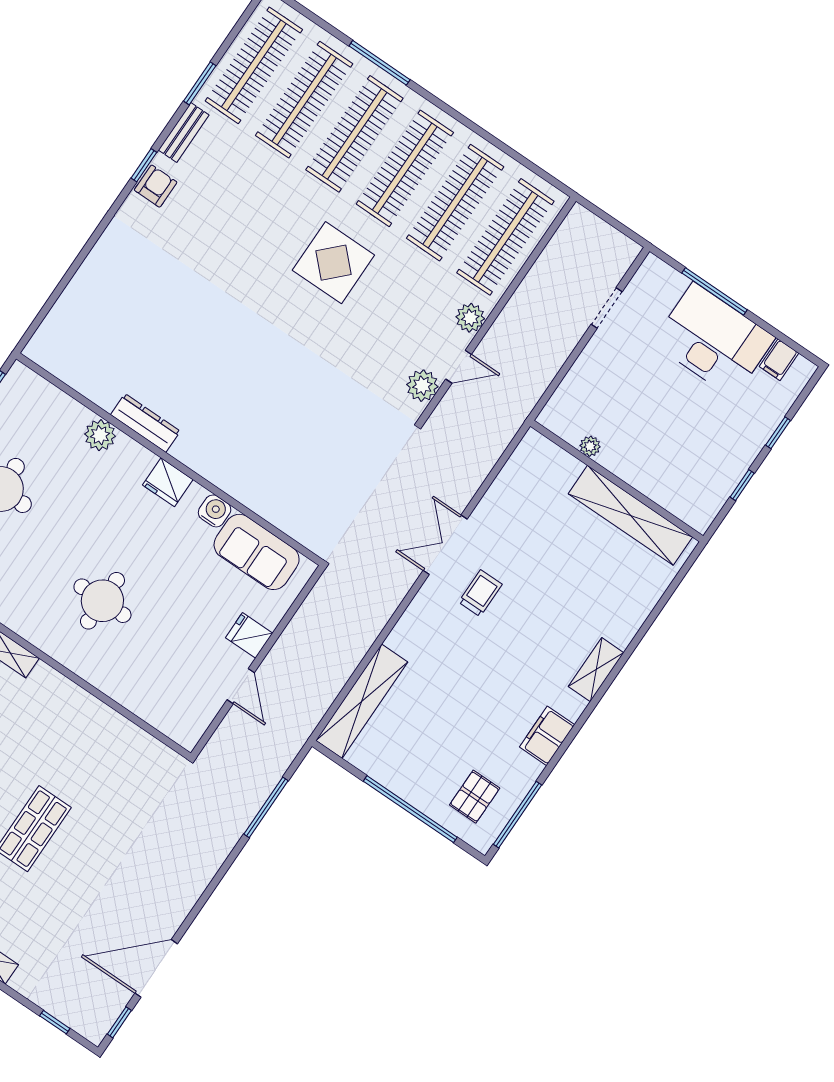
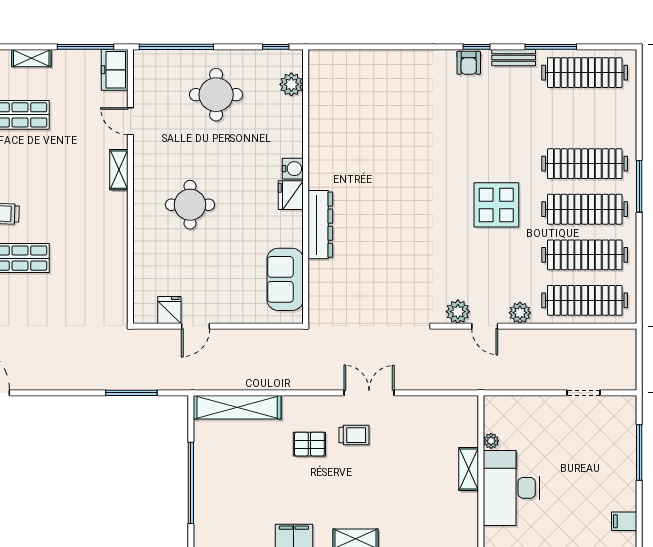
window: (380, 63) -> (639, 186), moved
window: (200, 83) -> (551, 47), width x1.44
clothes rail: (304, 100) -> (585, 118), removed
armchair: (156, 186) -> (469, 63), turned 90
desk: (713, 340) -> (511, 488), moved, turned 180
dresser: (145, 423) -> (320, 225), moved, width x1.37, depth x1.24
plant: (100, 435) -> (291, 84), moved
water cooler: (215, 511) -> (293, 169), moved
shelving: (630, 515) -> (469, 469), width x0.45, depth x0.75
fridge: (249, 635) -> (169, 310), moved
pallet: (475, 797) -> (309, 444), moved

